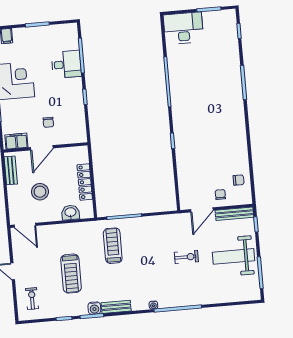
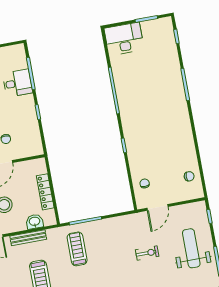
chair: (220, 195) -> (145, 183), moved
bench: (234, 214) -> (28, 238), moved
weight bench: (234, 256) -> (191, 248), turned 90

